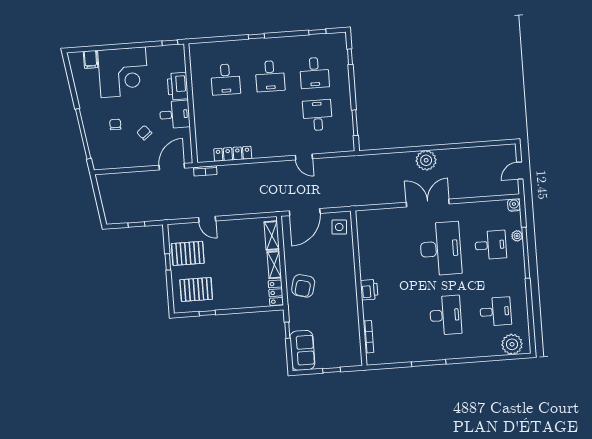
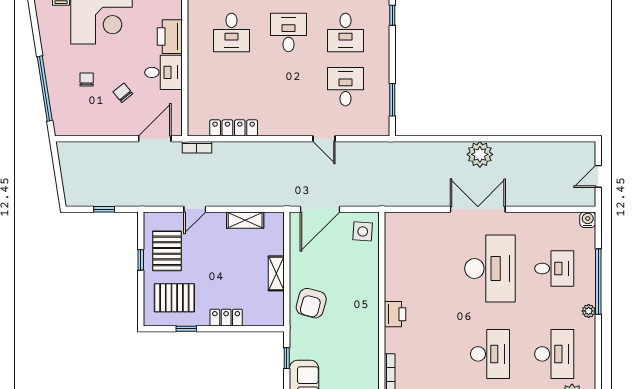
desk: (270, 76) -> (289, 32), turned 180
door: (207, 219) -> (195, 209), hinge flipped
shelving: (272, 236) -> (245, 220), moved, turned 90
plant: (517, 236) -> (589, 311), moved
pallet: (188, 253) -> (167, 251), turned 90
locker: (276, 293) -> (226, 318), moved, turned 90
desk: (496, 312) -> (554, 354), width x1.37

